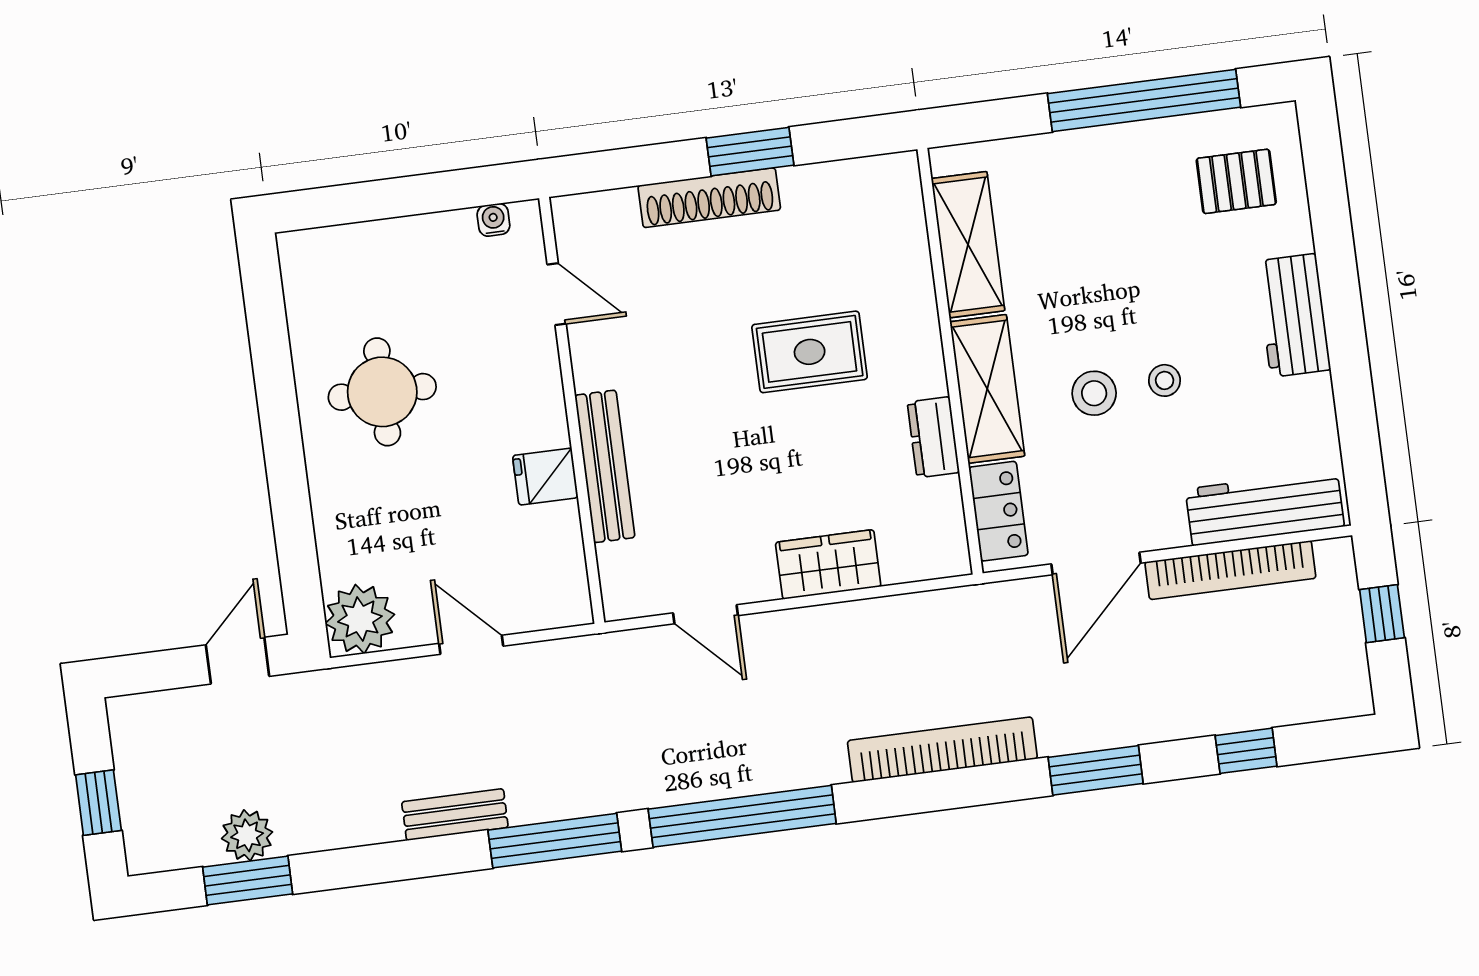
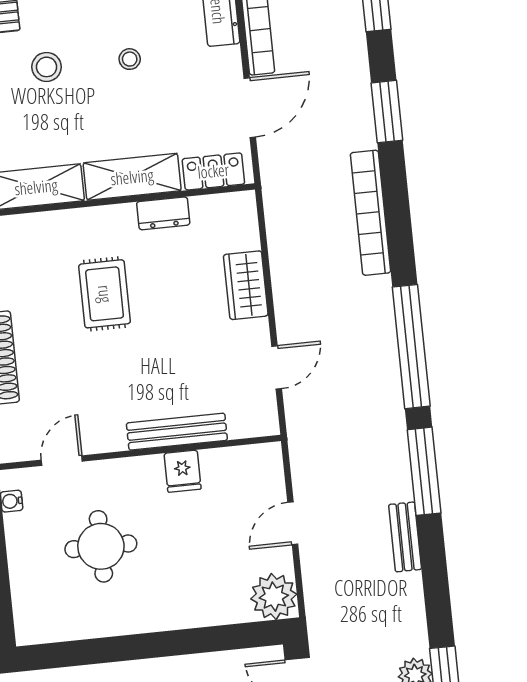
round table: (382, 392) -> (101, 546), moved
stool: (1094, 393) -> (47, 67), moved
door: (1096, 564) -> (250, 108), hinge flipped

